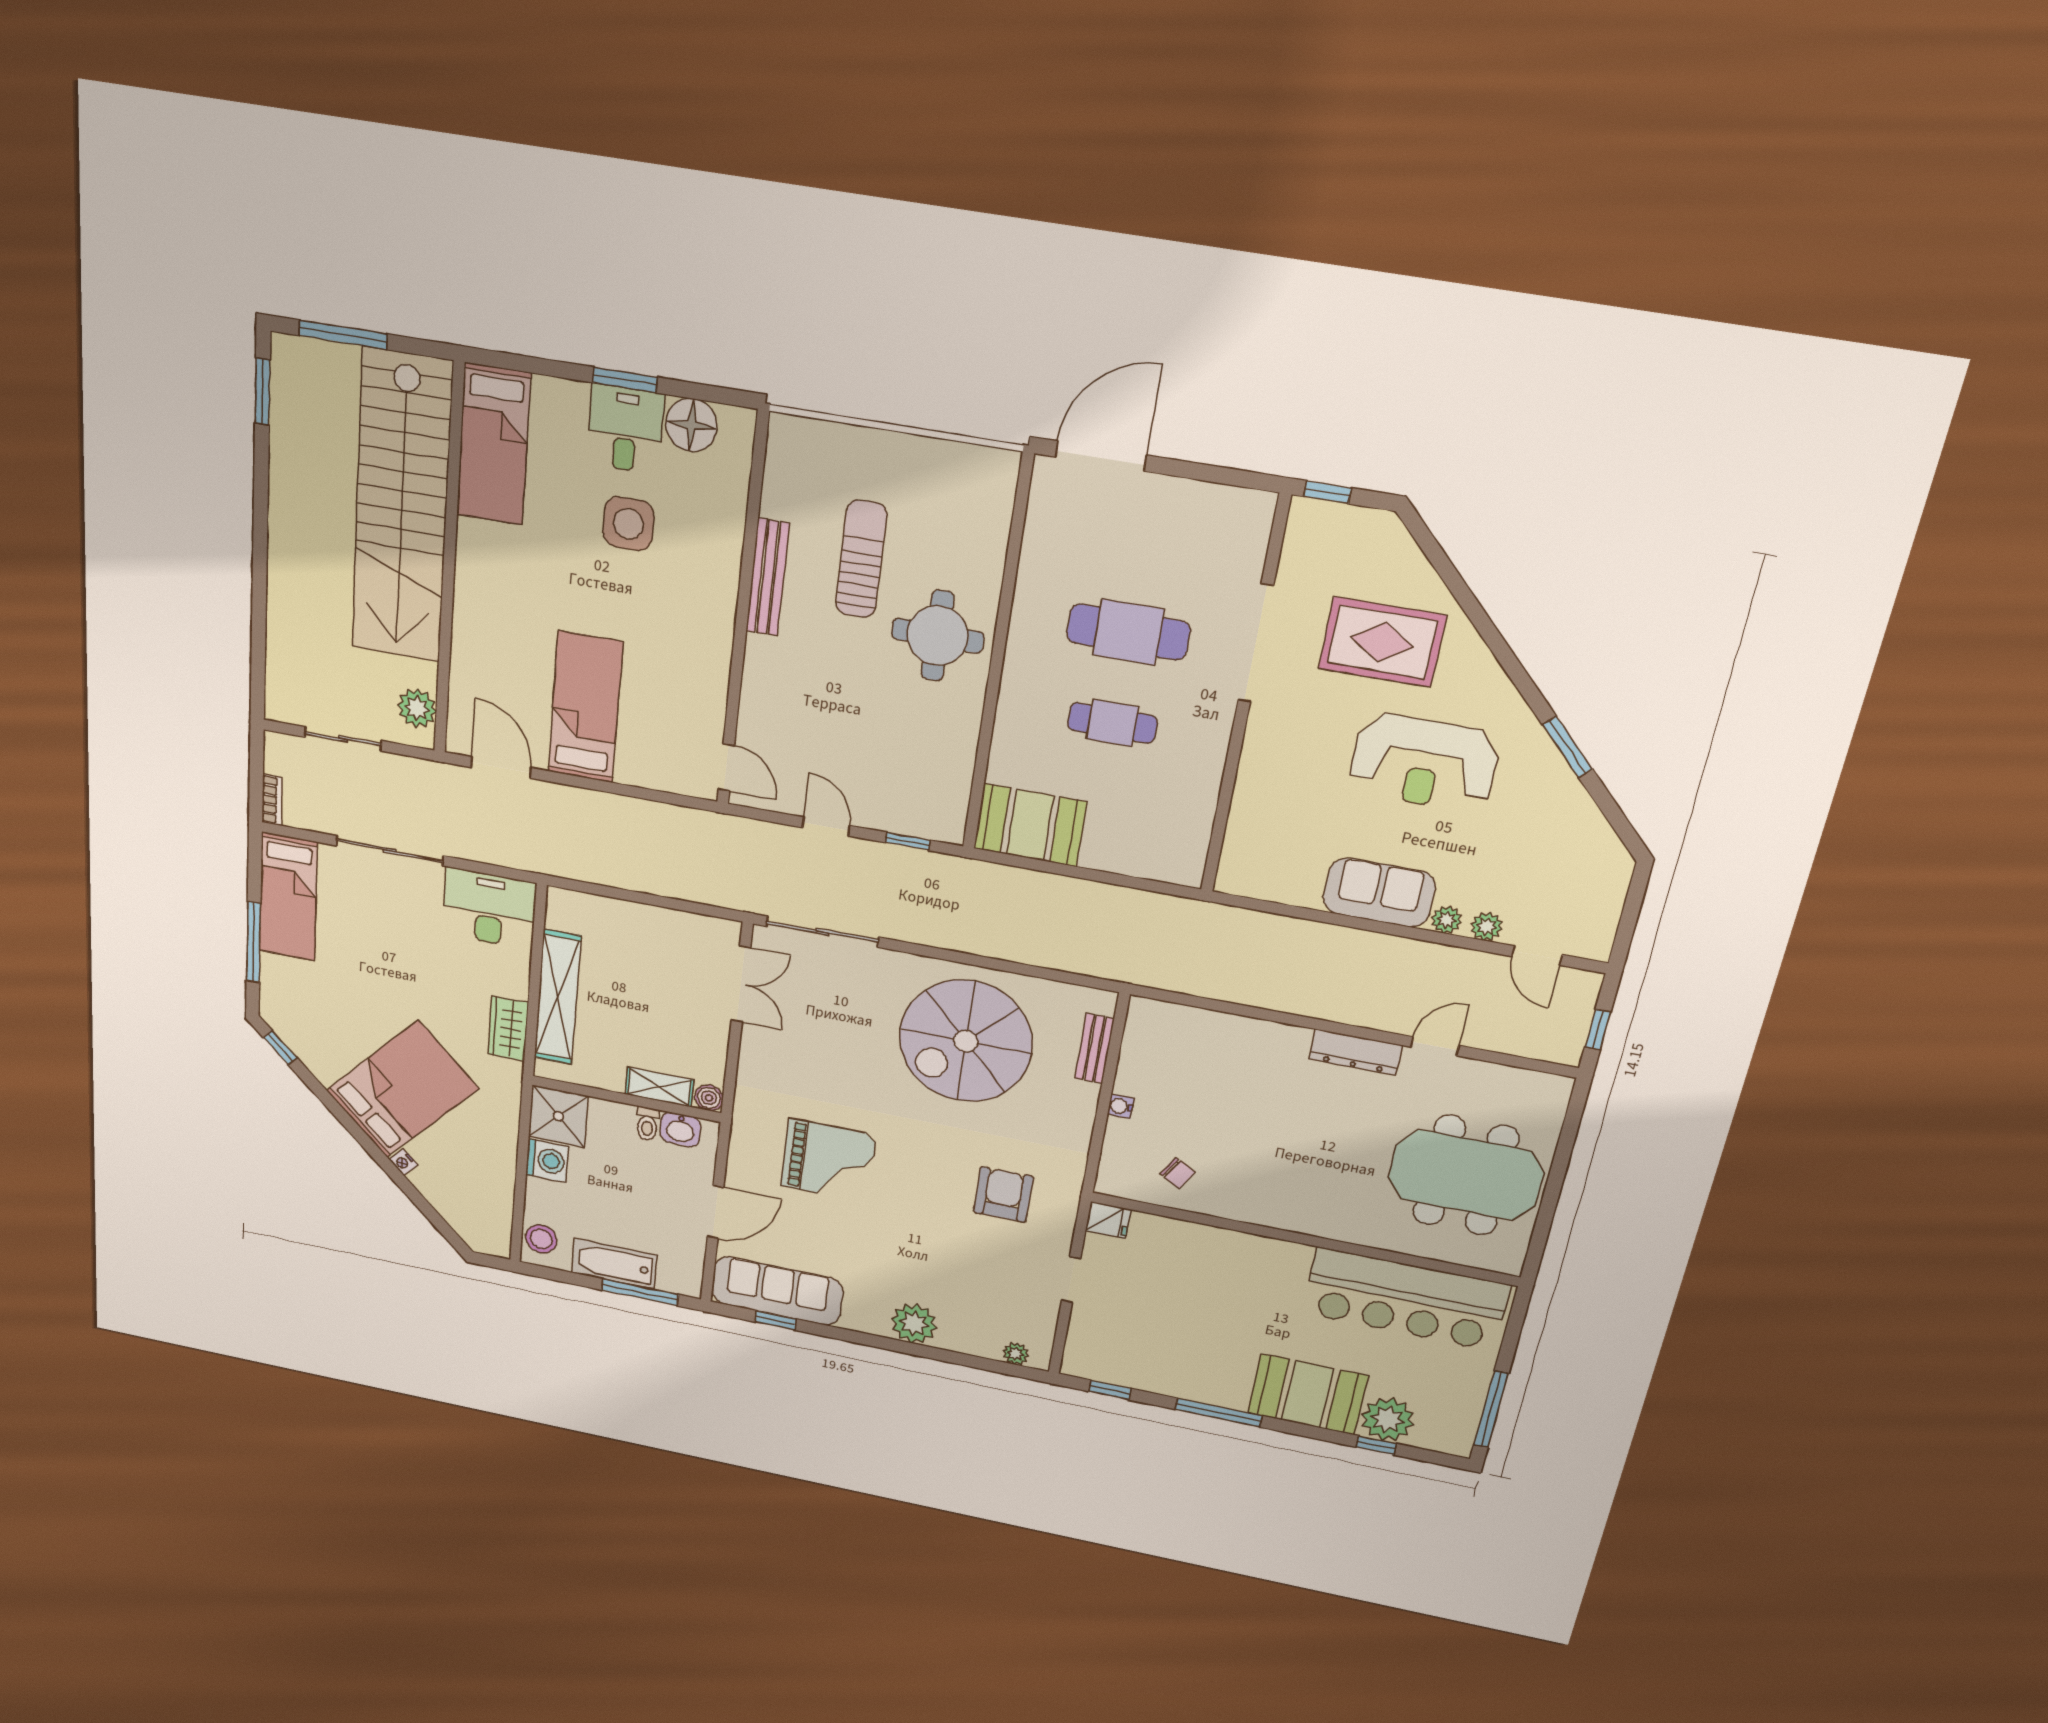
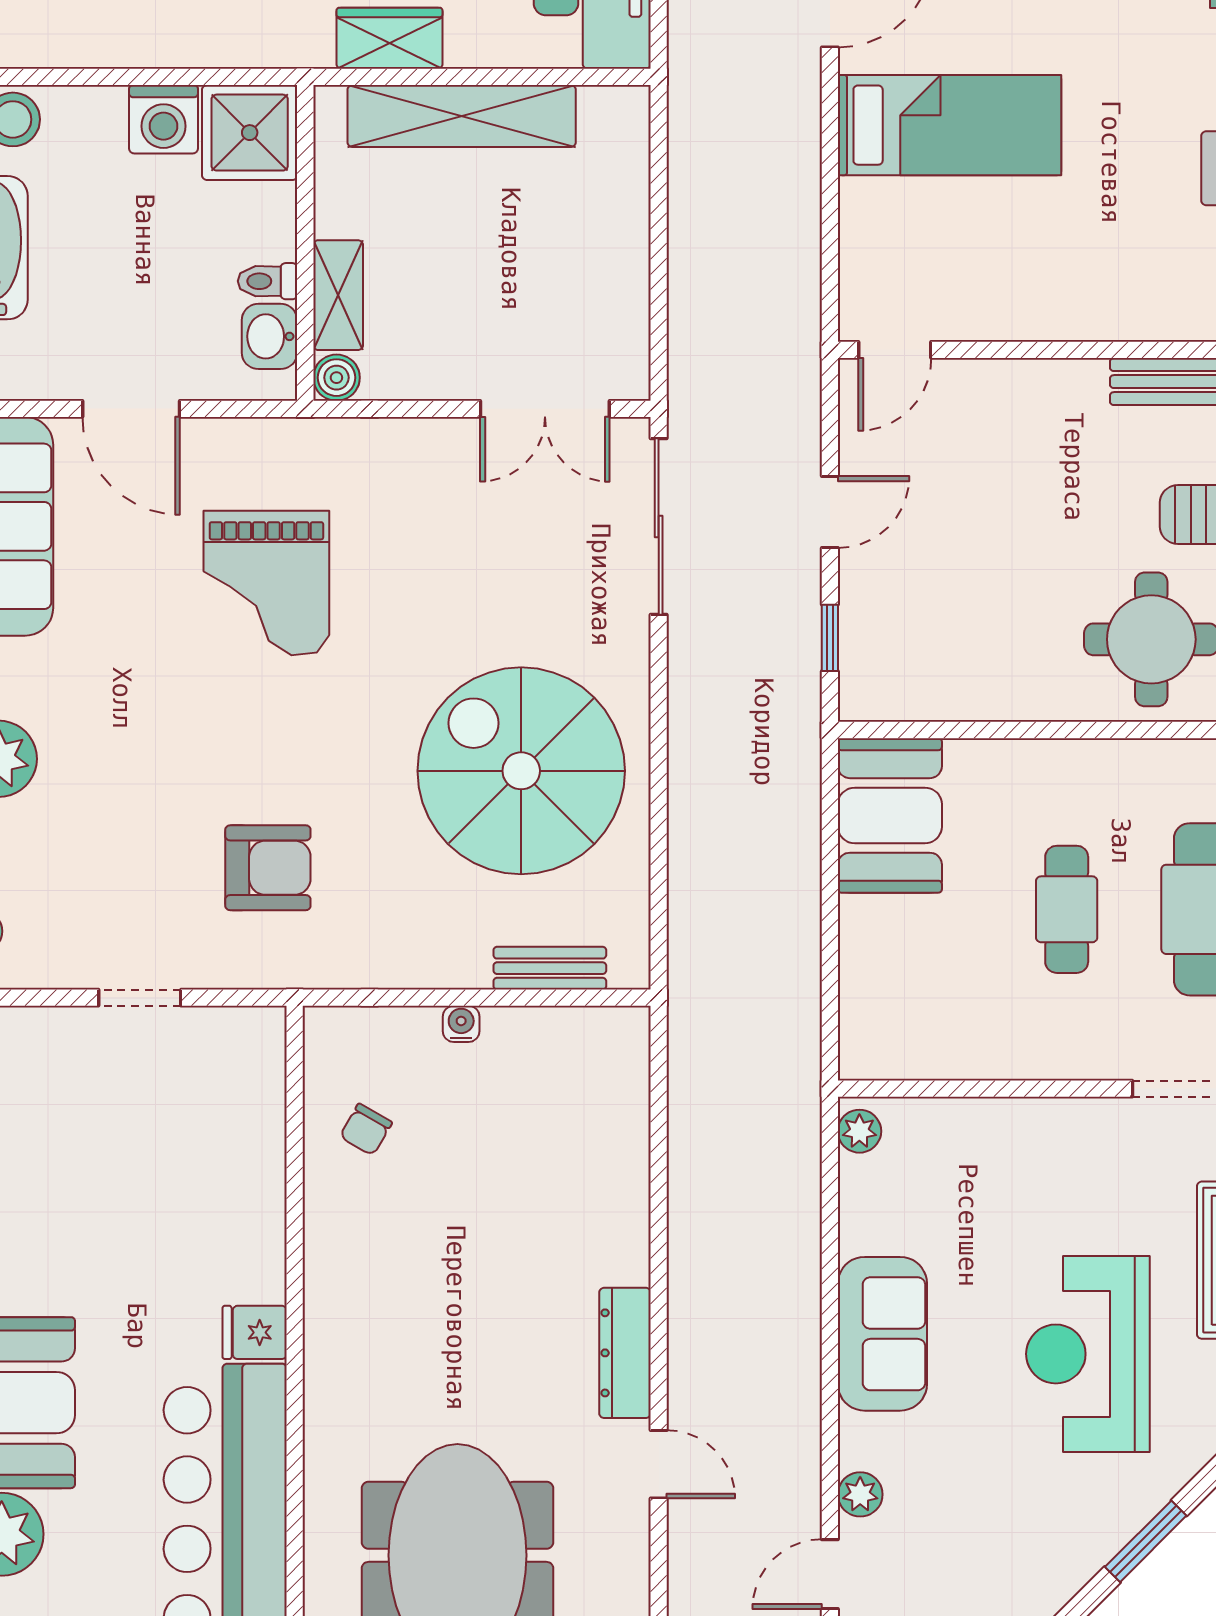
plant: (1447, 920) -> (859, 1131), moved
fridge: (1108, 1220) -> (255, 1332), moved, turned 90

